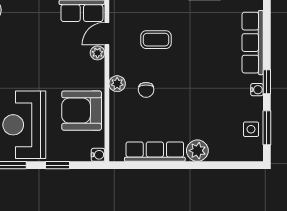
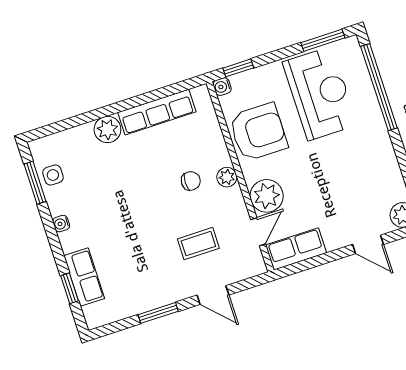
row of seats: (253, 43) -> (84, 277), width x0.68
plant: (97, 53) -> (267, 196), width x1.87, depth x1.87
window: (267, 82) -> (69, 288), moved
chair: (146, 90) -> (191, 181), turned 90
window: (57, 165) -> (238, 68), moved

